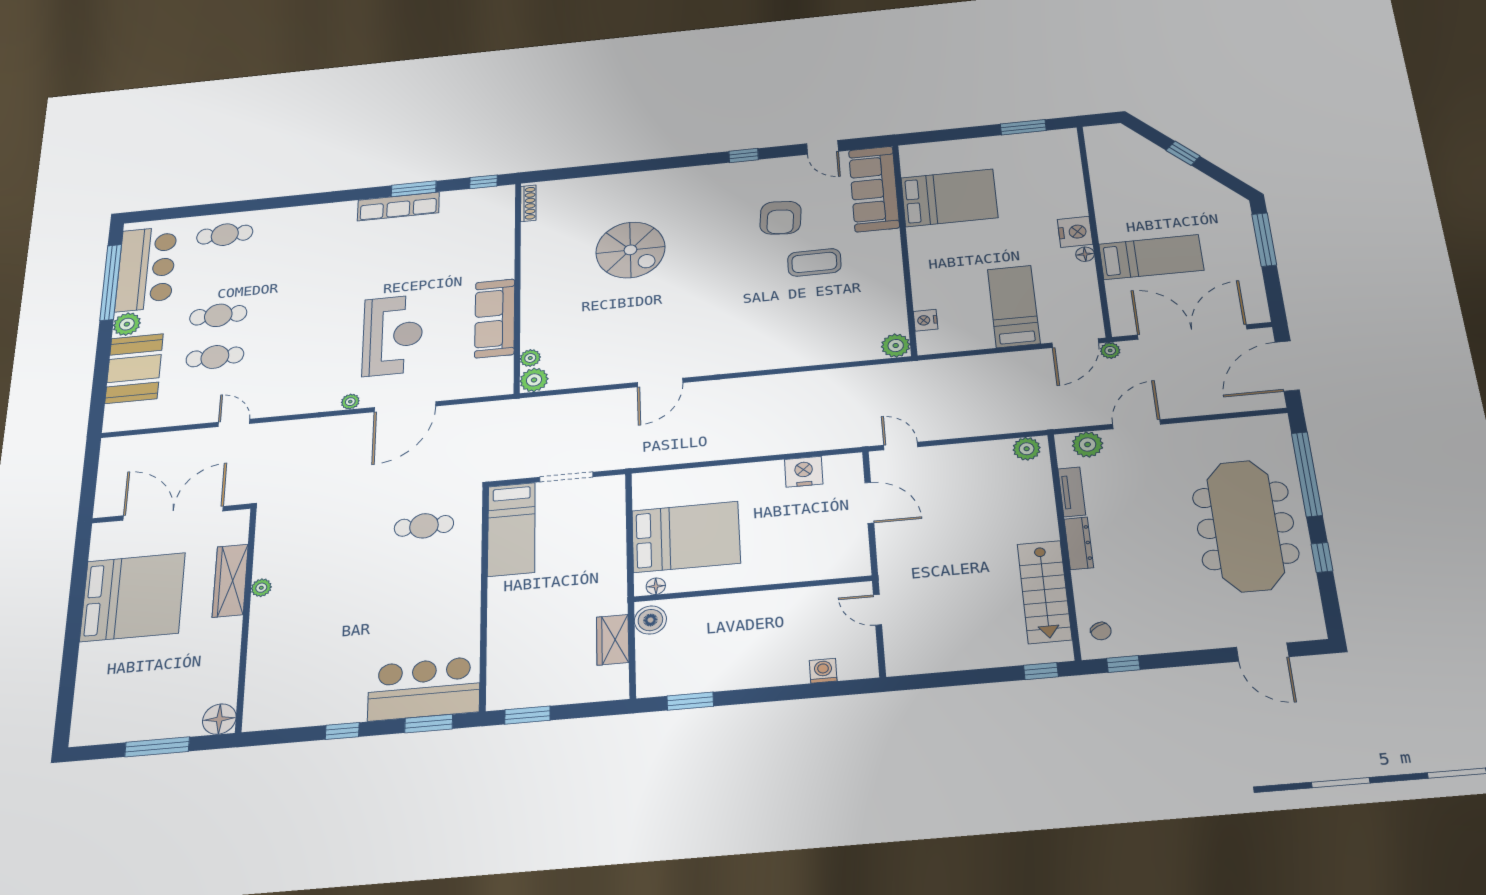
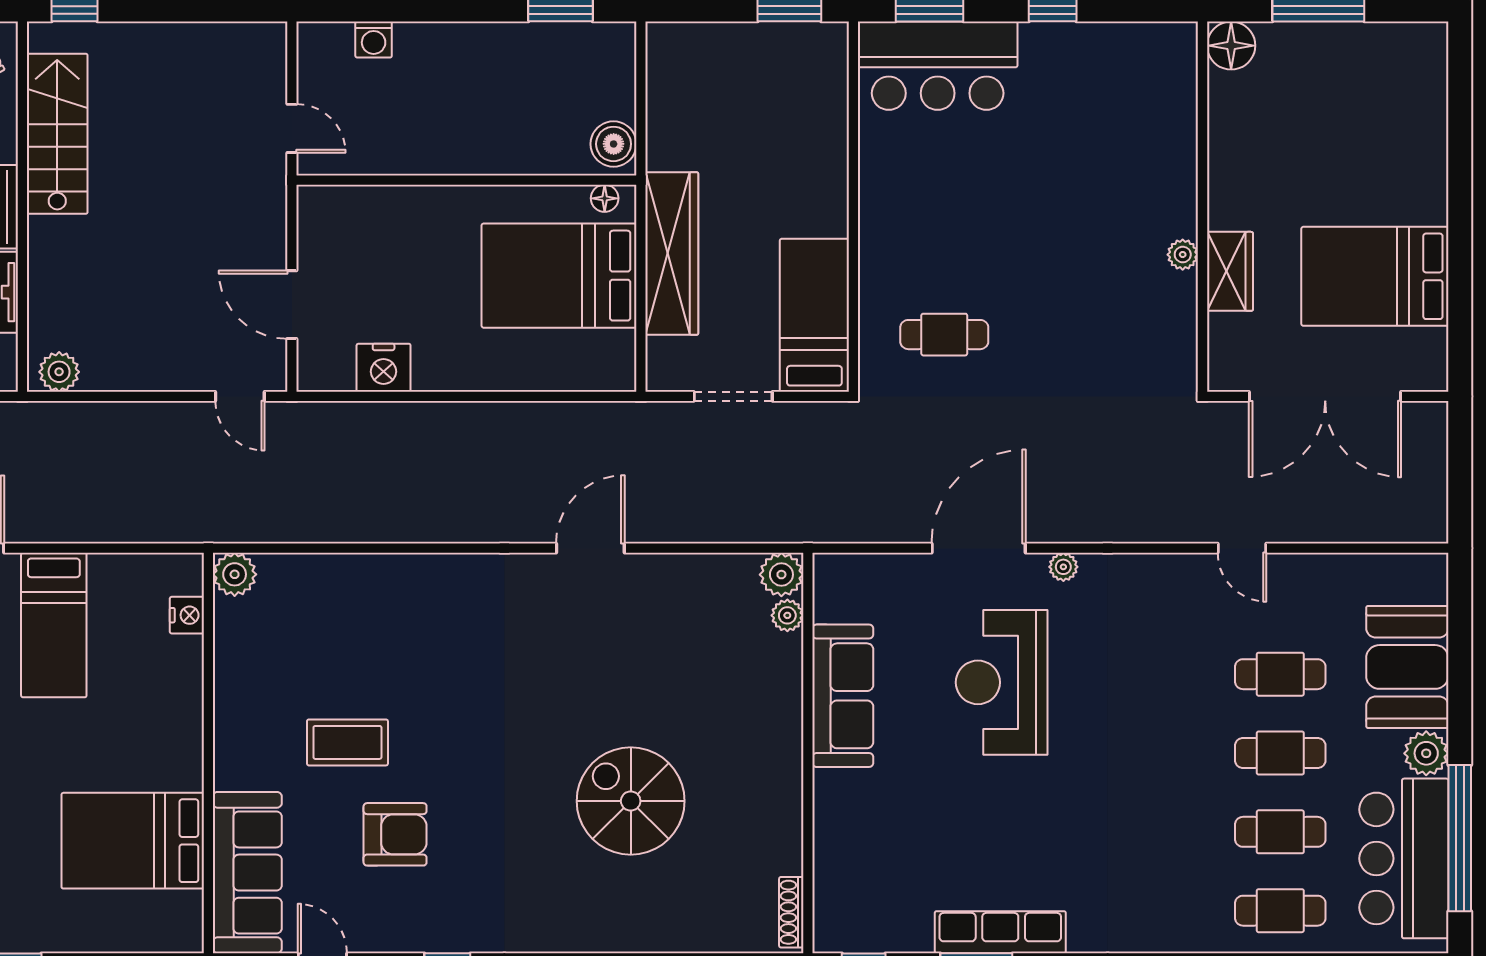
armchair: (781, 218) -> (395, 834), turned 85
cafe table: (222, 275) -> (1280, 832), added
wardrobe: (230, 581) -> (1230, 271), width x0.67
bed: (133, 597) -> (1375, 276), width x0.73
wardrobe: (613, 640) -> (672, 254), moved, width x2.10, depth x1.17

